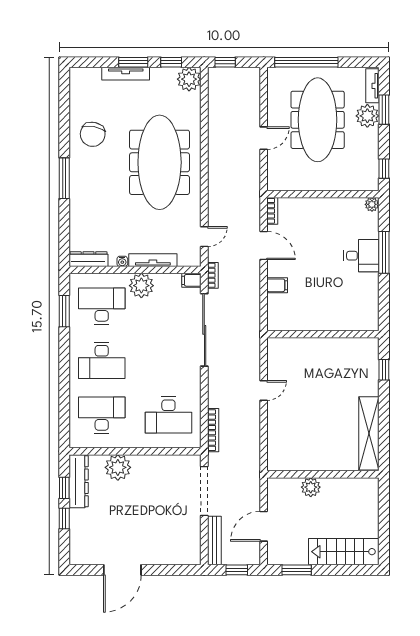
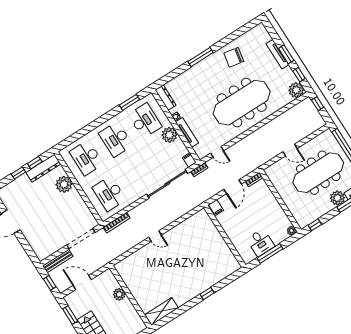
wall: (323, 334) -> (225, 236), moved
desk: (102, 415) -> (87, 158), turned 180
shelving: (369, 433) -> (162, 311), width x0.68

